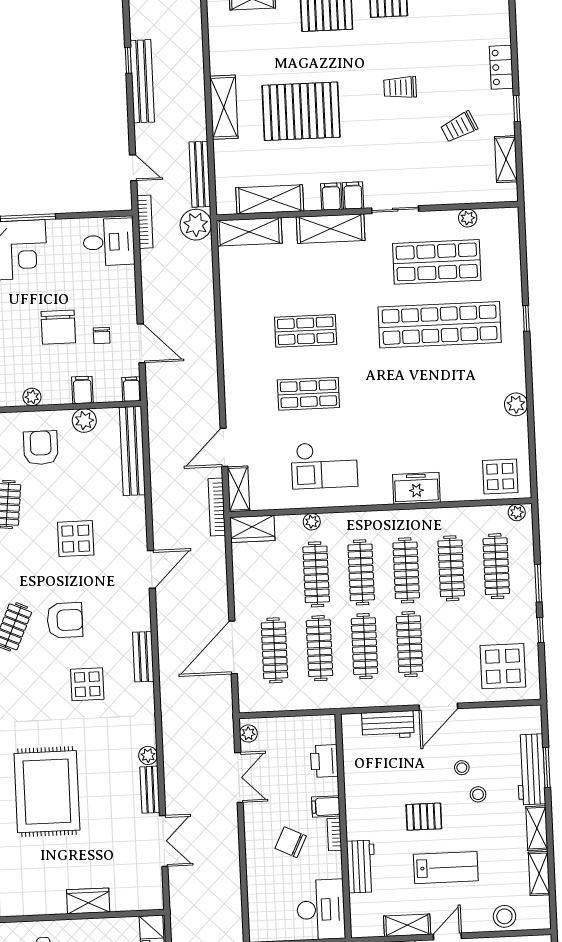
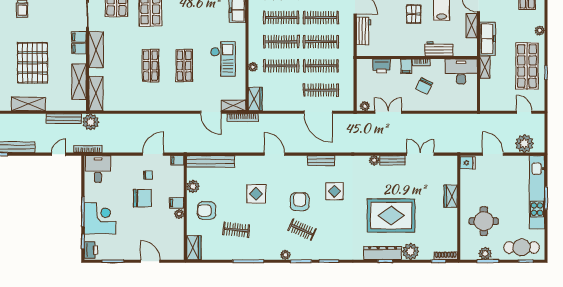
filing cabinet: (82, 390) -> (177, 203), moved

